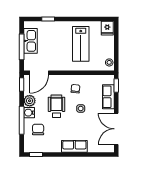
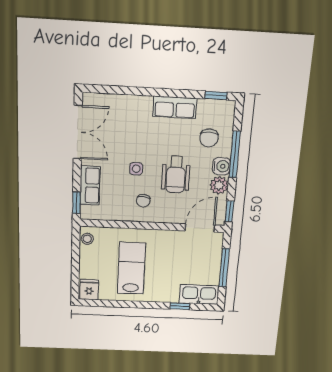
kitchen sink: (30, 41) -> (199, 294), moved, turned 90
row of seats: (74, 146) -> (175, 107), moved

